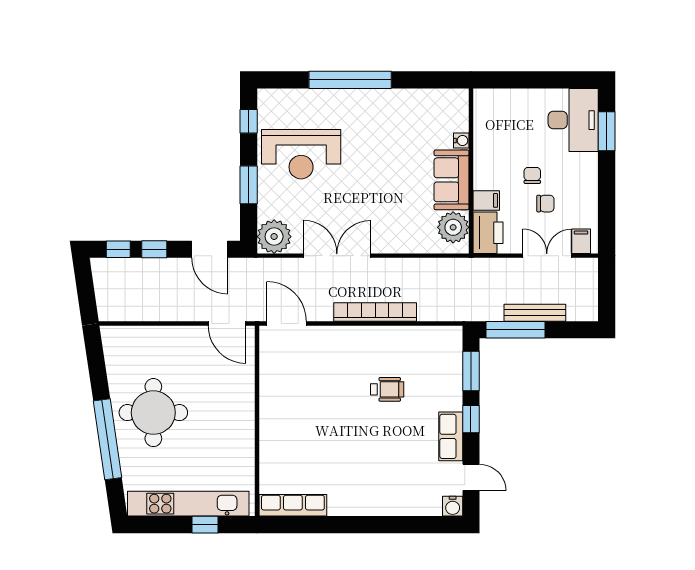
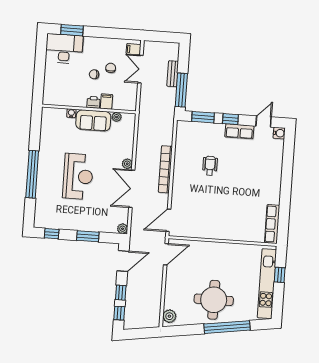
reception desk: (301, 154) -> (78, 176), moved
plant: (453, 227) -> (117, 117), width x0.53, depth x0.53
printer: (488, 233) -> (93, 102), moved, width x0.53, depth x0.68
plant: (274, 237) -> (123, 229), width x0.53, depth x0.53
plant: (380, 245) -> (127, 164), added
bench: (535, 313) -> (173, 74), width x0.73
plant: (119, 337) -> (169, 316), added

